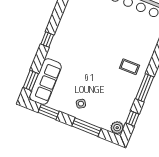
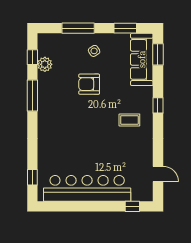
coffee table: (129, 67) -> (129, 120), moved
armchair: (96, 79) -> (89, 84), added
plant: (117, 128) -> (45, 64), moved

